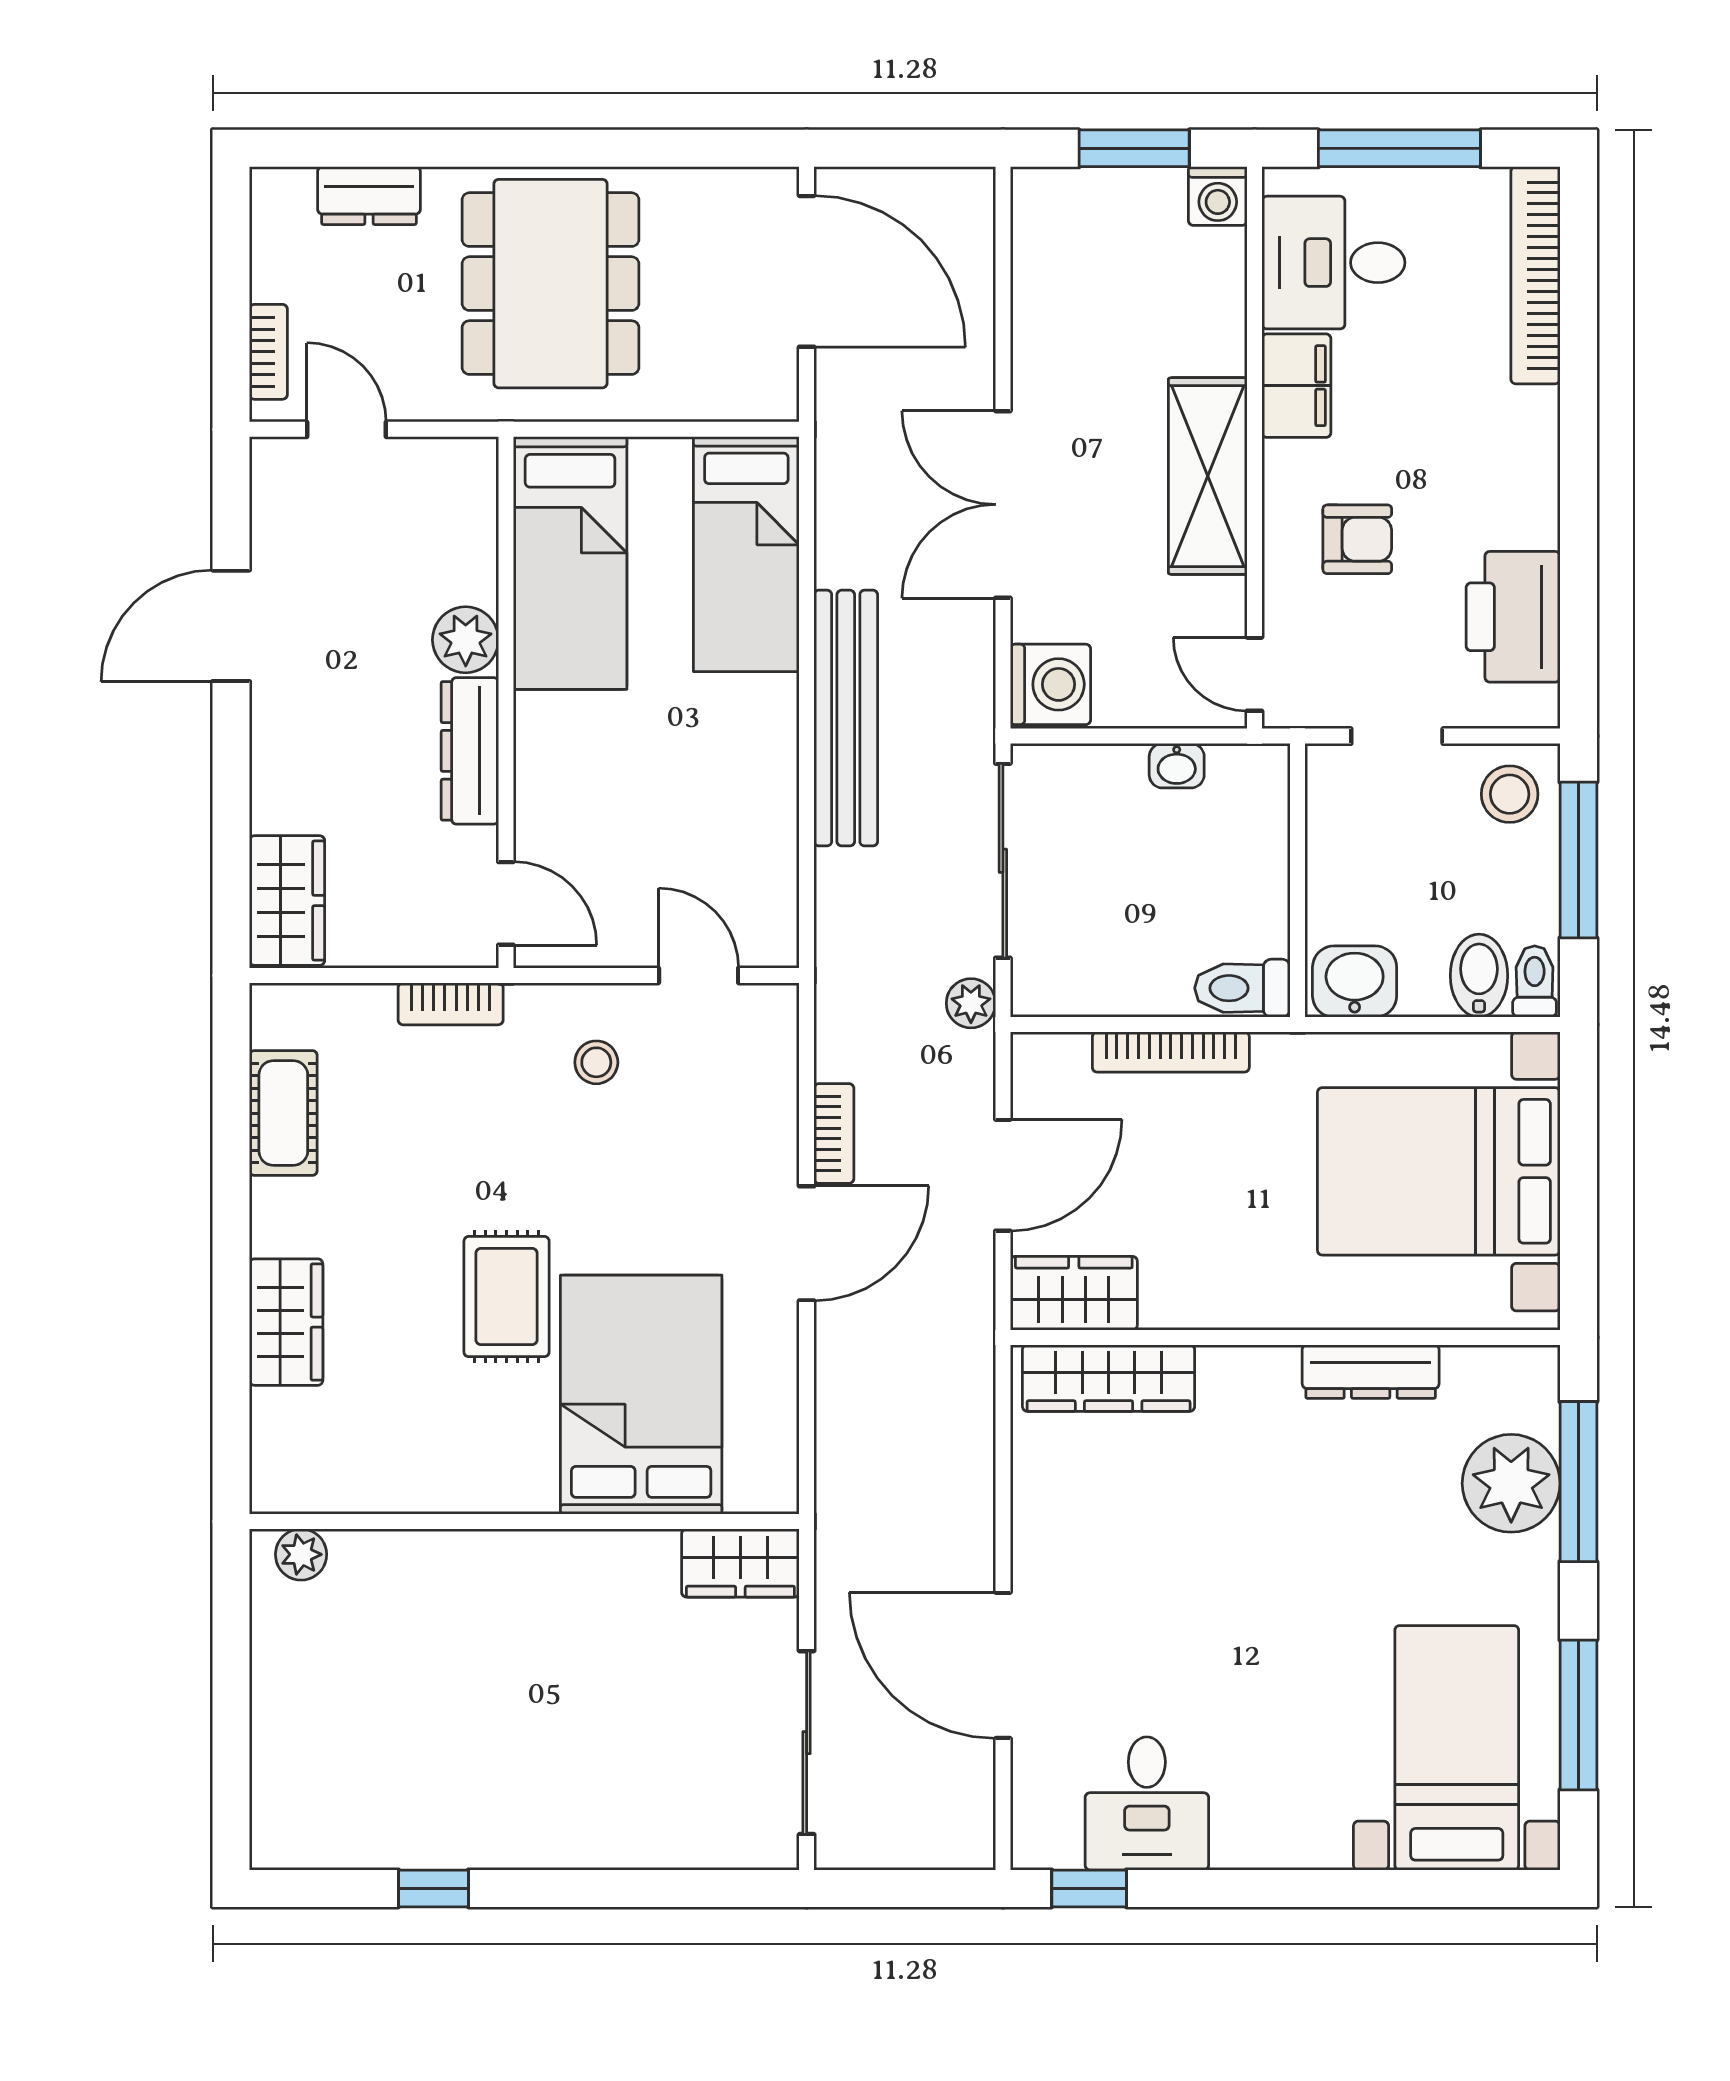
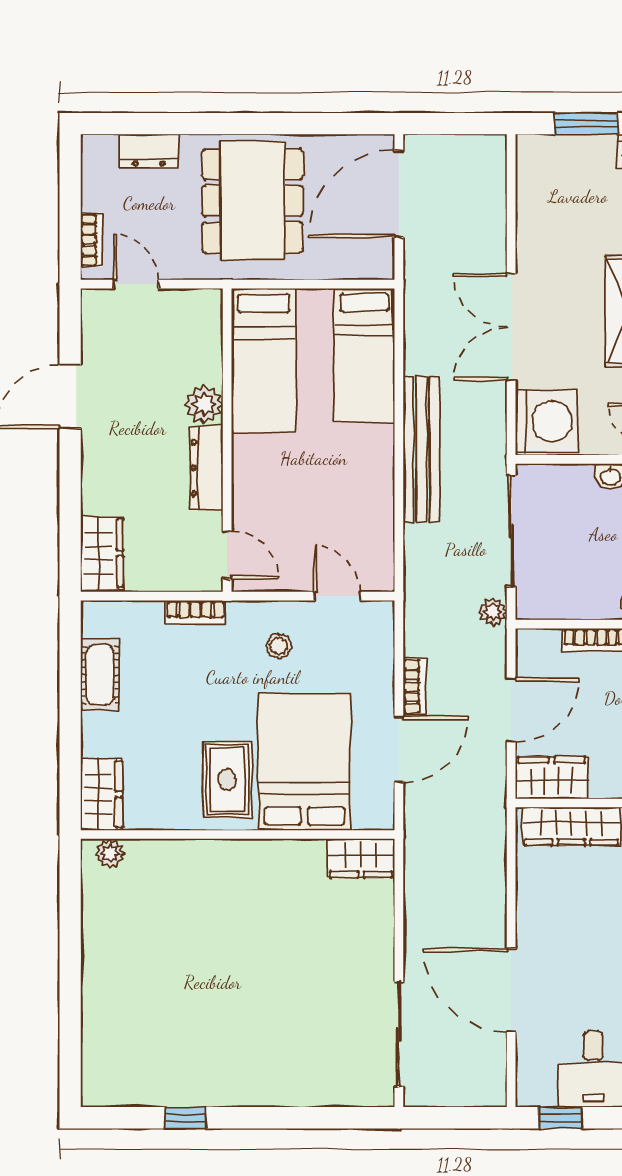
door: (807, 271) -> (399, 194), swing flipped
washing machine: (1050, 684) -> (547, 421), width x1.37, depth x1.37
bed: (641, 1395) -> (304, 762), moved
wall: (524, 1521) -> (238, 835), moved
plant: (301, 1554) -> (110, 853), moved
wardrobe: (740, 1563) -> (361, 858), moved

